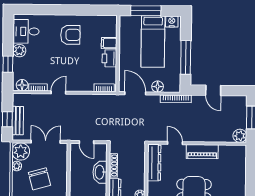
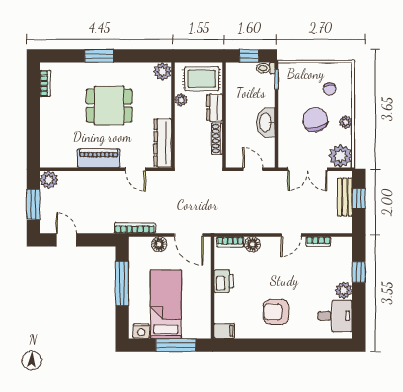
filing cabinet: (109, 43) -> (224, 331), moved
floor lamp: (22, 85) -> (252, 244), moved
door: (213, 90) -> (66, 240), moved
plant: (17, 166) -> (346, 122), moved
washbasin: (100, 172) -> (266, 122), moved, turned 180

